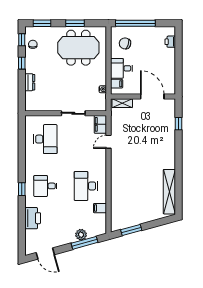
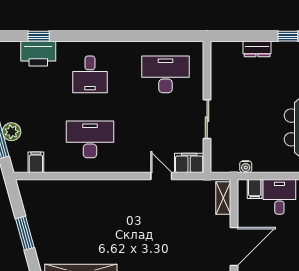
desk: (45, 139) -> (165, 74), turned 180
desk: (45, 186) -> (90, 74), turned 180
window: (22, 189) -> (39, 36), moved
filing cabinet: (100, 208) -> (36, 162), moved
window: (131, 230) -> (25, 233), moved

